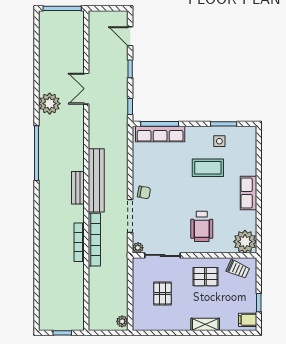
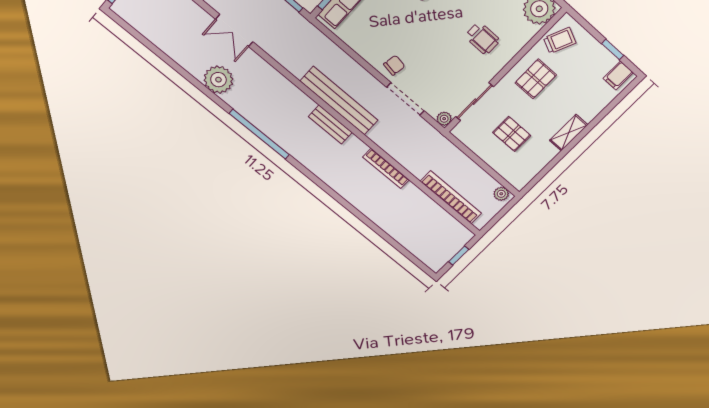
wheelchair: (202, 226) -> (482, 38), width x0.73, depth x0.73
bookcase: (94, 240) -> (451, 197), moved
shelving: (205, 324) -> (569, 133), moved

